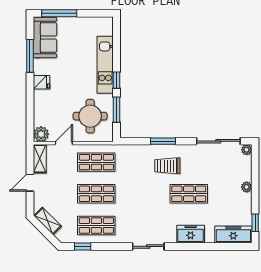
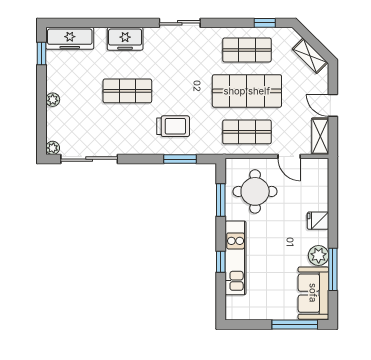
window: (117, 80) -> (221, 262), moved
fridge: (41, 82) -> (318, 221), moved
plant: (41, 134) -> (319, 255), moved
window: (163, 141) -> (180, 159), moved
door: (64, 143) -> (289, 156), hinge flipped
trolley: (167, 166) -> (173, 126), moved
door: (30, 183) -> (333, 105), swing flipped
shop shelf: (96, 194) -> (247, 91), width x1.43, depth x1.36

